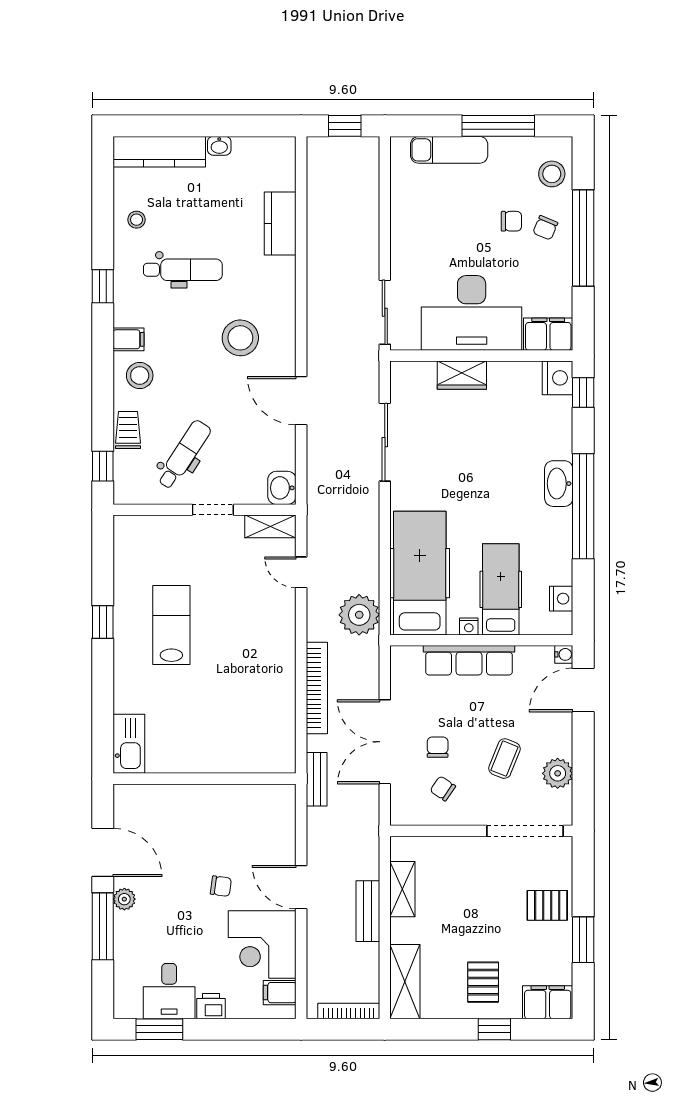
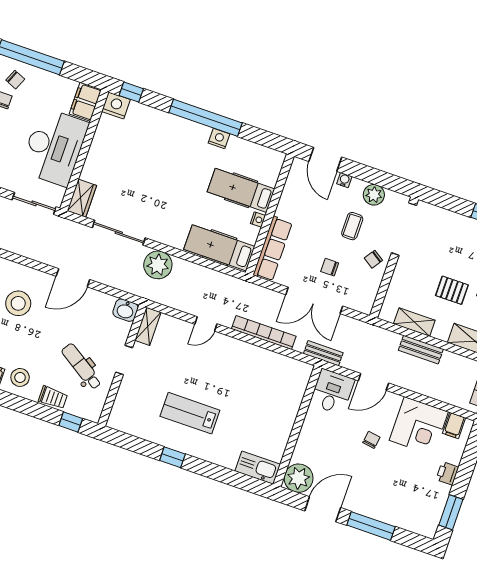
wardrobe: (462, 375) -> (82, 198), moved
trolley: (128, 430) -> (53, 397), turned 180
washbasin: (559, 484) -> (185, 129), removed
door: (301, 572) -> (206, 324), moved
hospital bed: (420, 573) -> (219, 248), width x0.73, depth x0.78
nightstand: (561, 599) -> (219, 139), moved
plant: (359, 615) -> (158, 265), moved
water cooler: (564, 654) -> (344, 180), moved
row of seats: (469, 660) -> (273, 249), moved
coffee table: (505, 759) -> (352, 226), turned 68
chair: (443, 788) -> (373, 259), moved
door: (301, 887) -> (373, 382), moved
plant: (124, 899) -> (299, 478), moved, width x1.87, depth x1.87
pallet: (547, 905) -> (452, 290), moved, turned 90
desk: (169, 991) -> (332, 392), moved, turned -90

